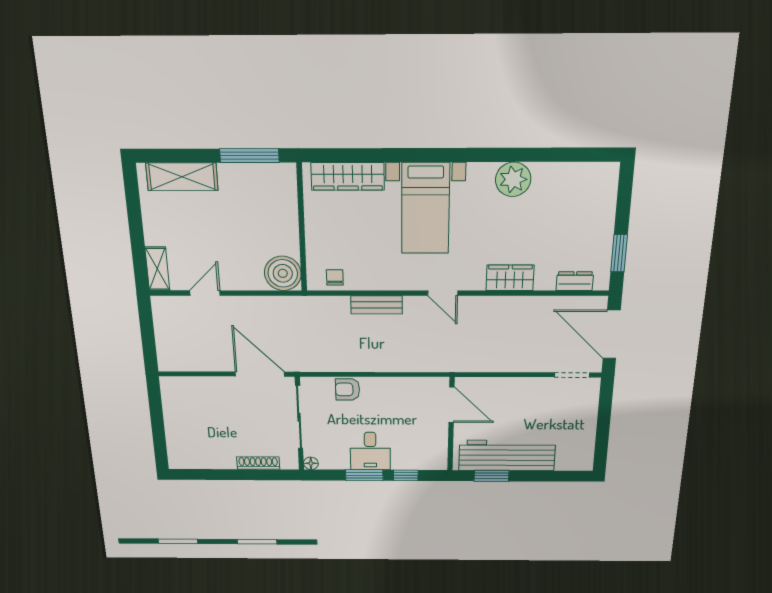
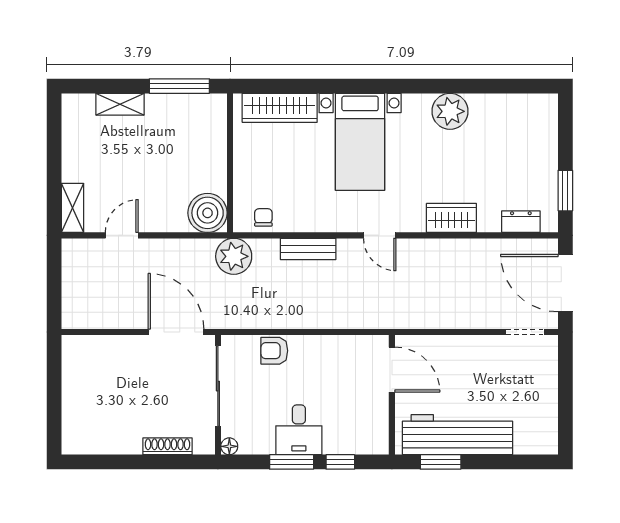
shelving: (182, 177) -> (120, 104), width x0.67, depth x0.75
plant: (309, 311) -> (234, 256), added

